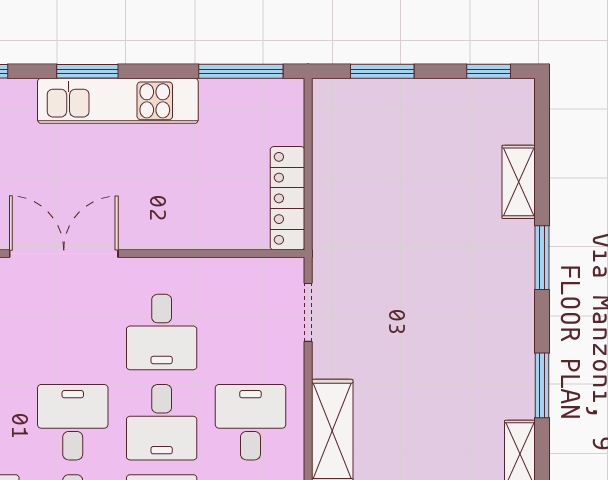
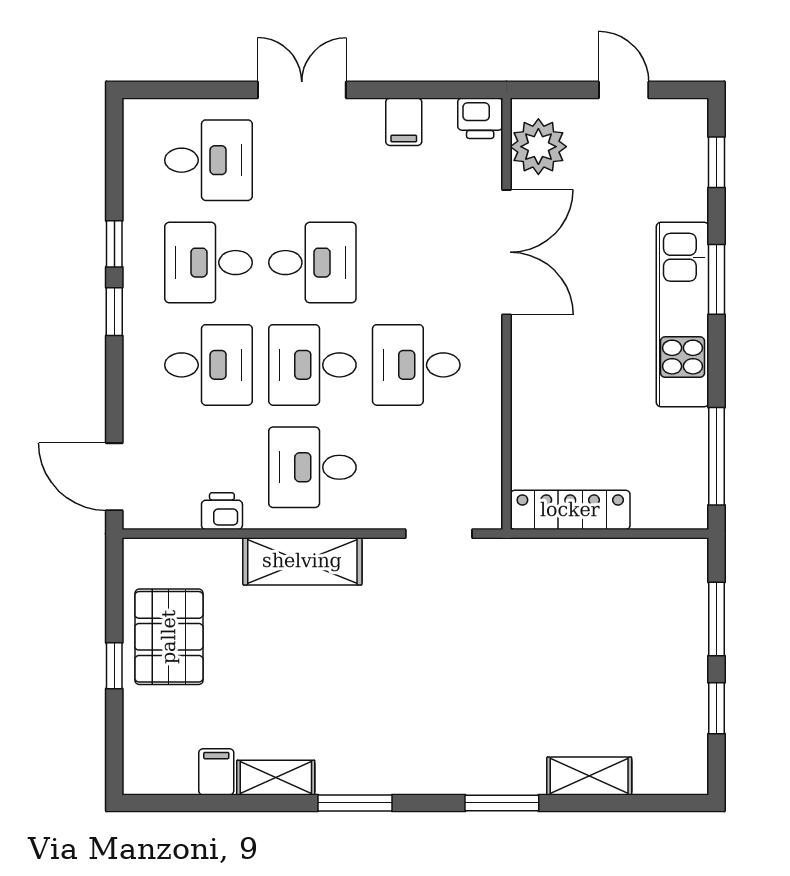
window: (489, 71) -> (716, 708), moved
desk: (250, 422) -> (312, 467), turned 180

